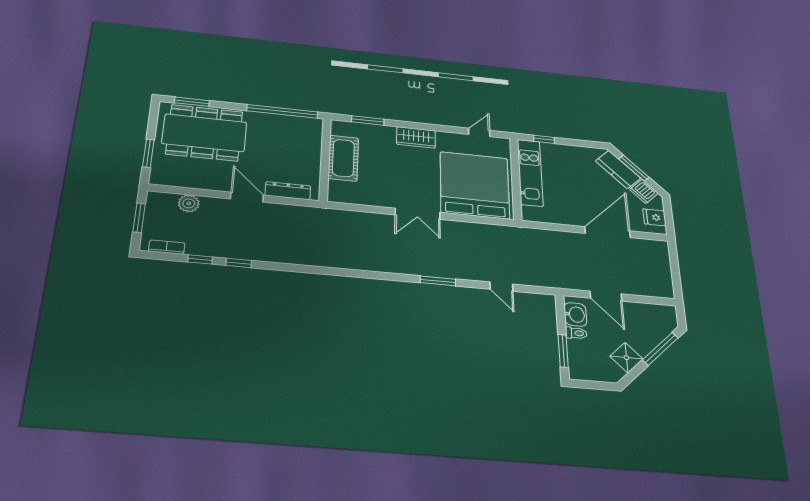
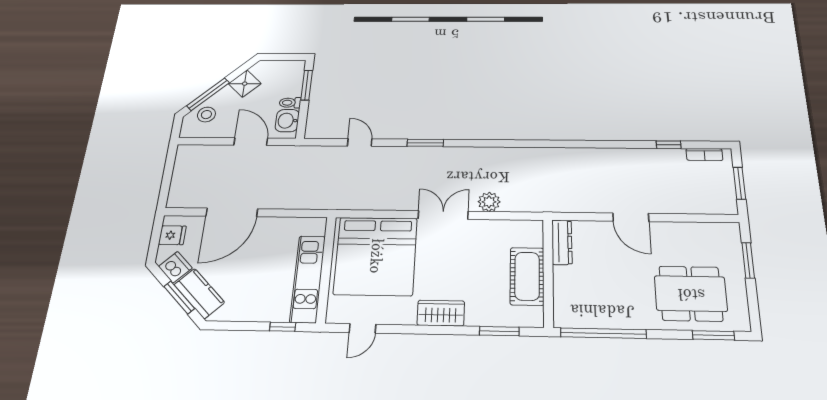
dining table: (204, 133) -> (691, 294), width x0.73, depth x0.80
dresser: (288, 191) -> (562, 242), moved, turned -90
plant: (189, 203) -> (489, 202), moved
window: (239, 263) -> (629, 144), removed
stool: (656, 327) -> (206, 115), added

